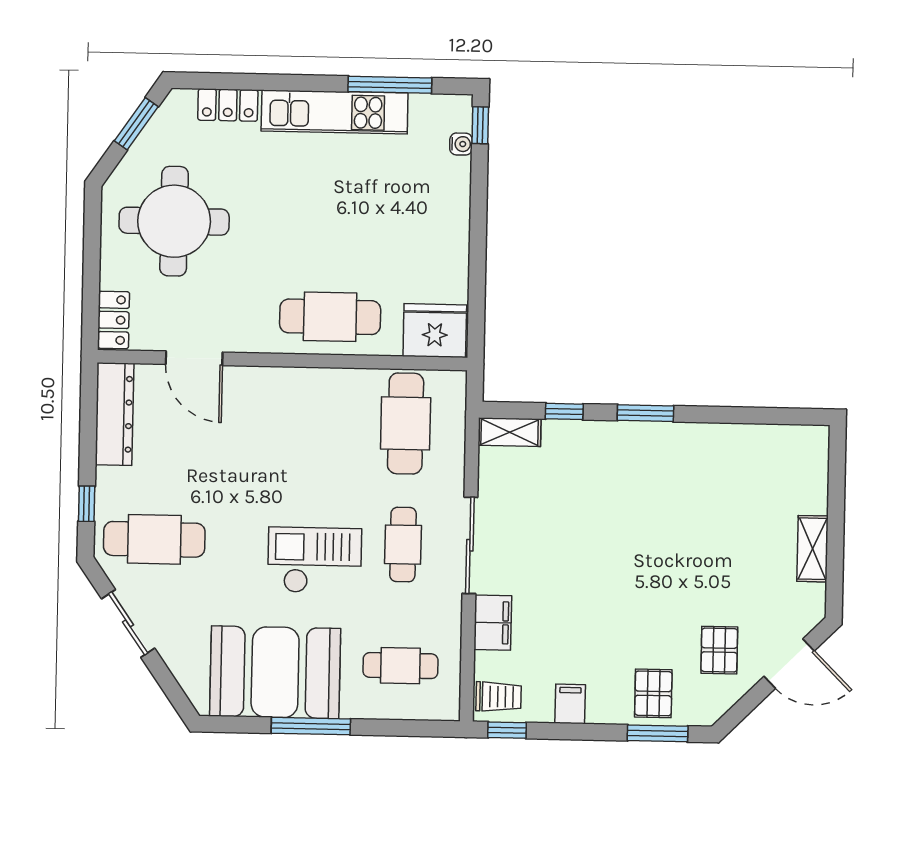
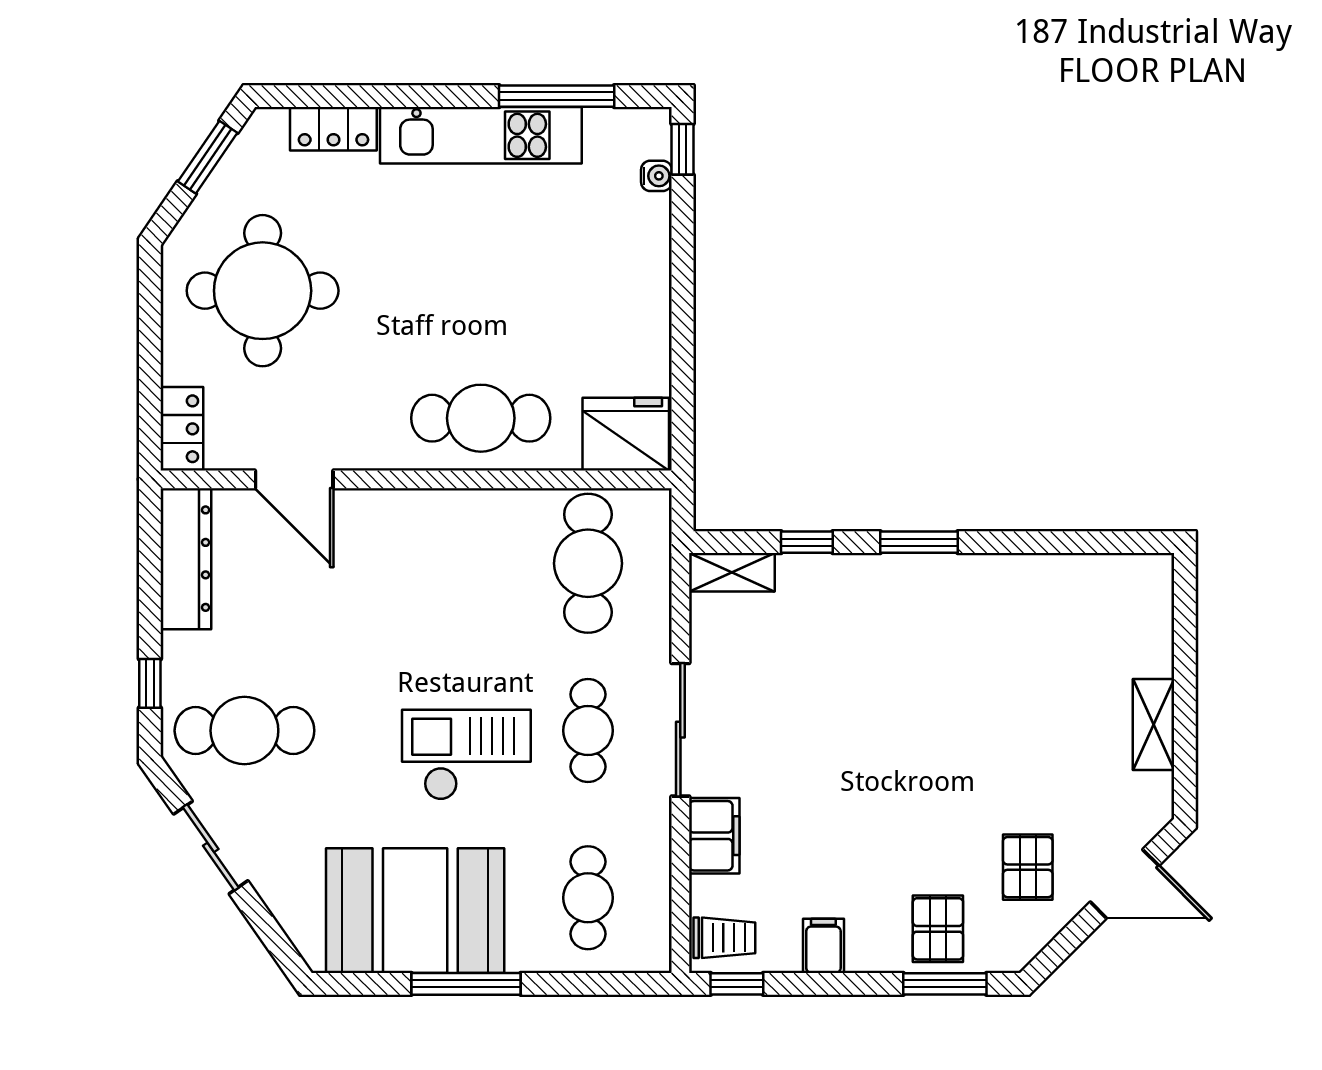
cafe table: (400, 666) -> (588, 898), turned 90

